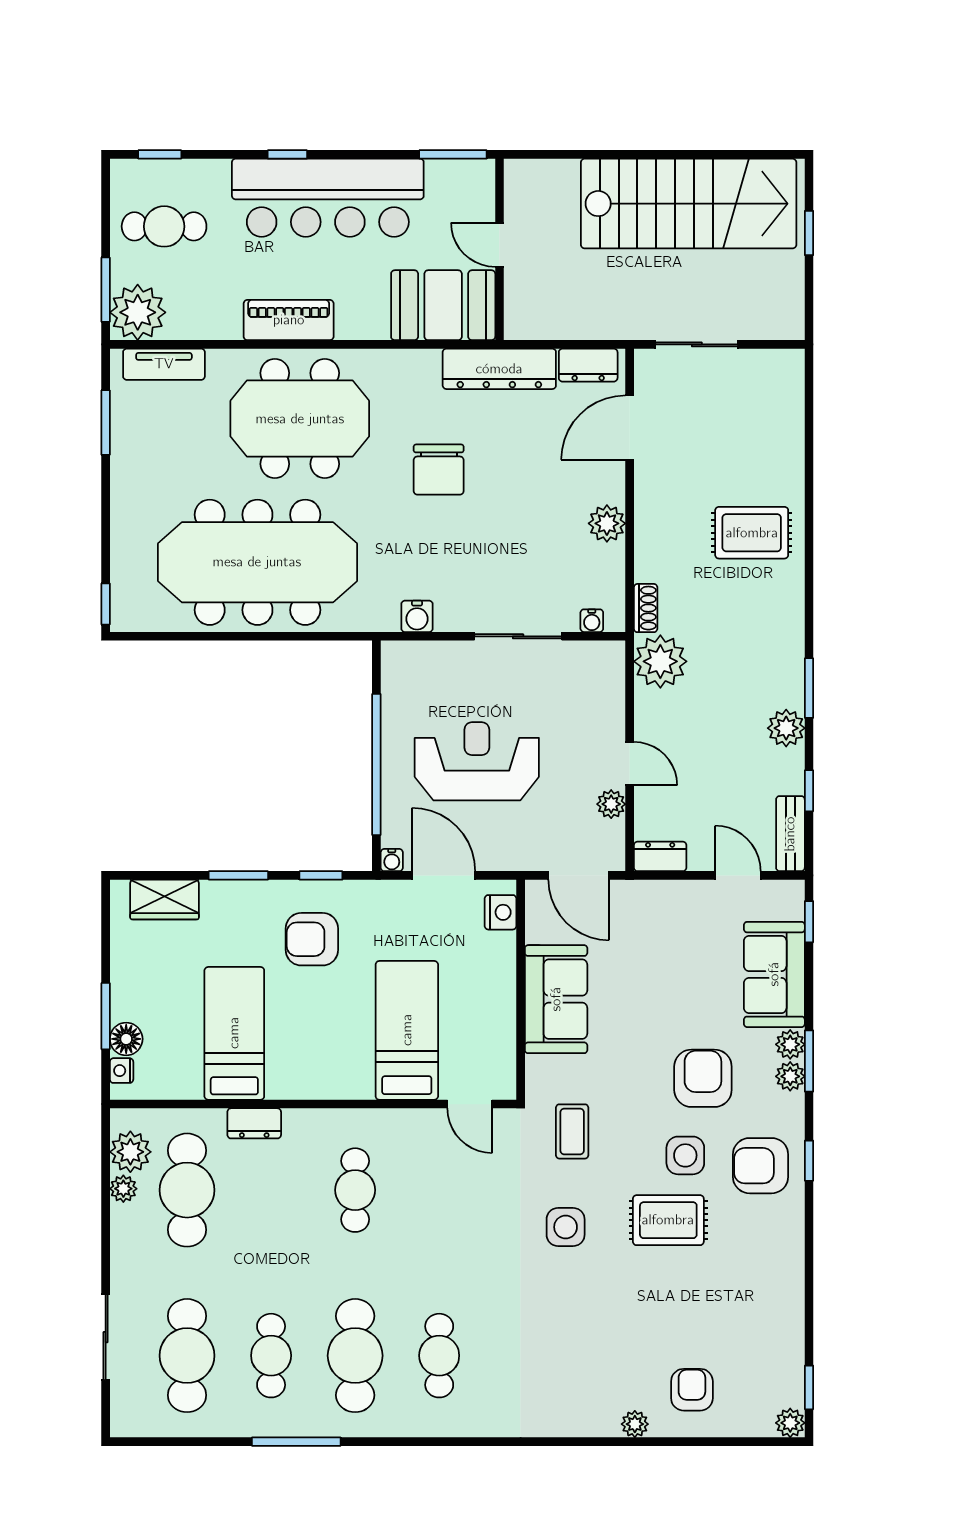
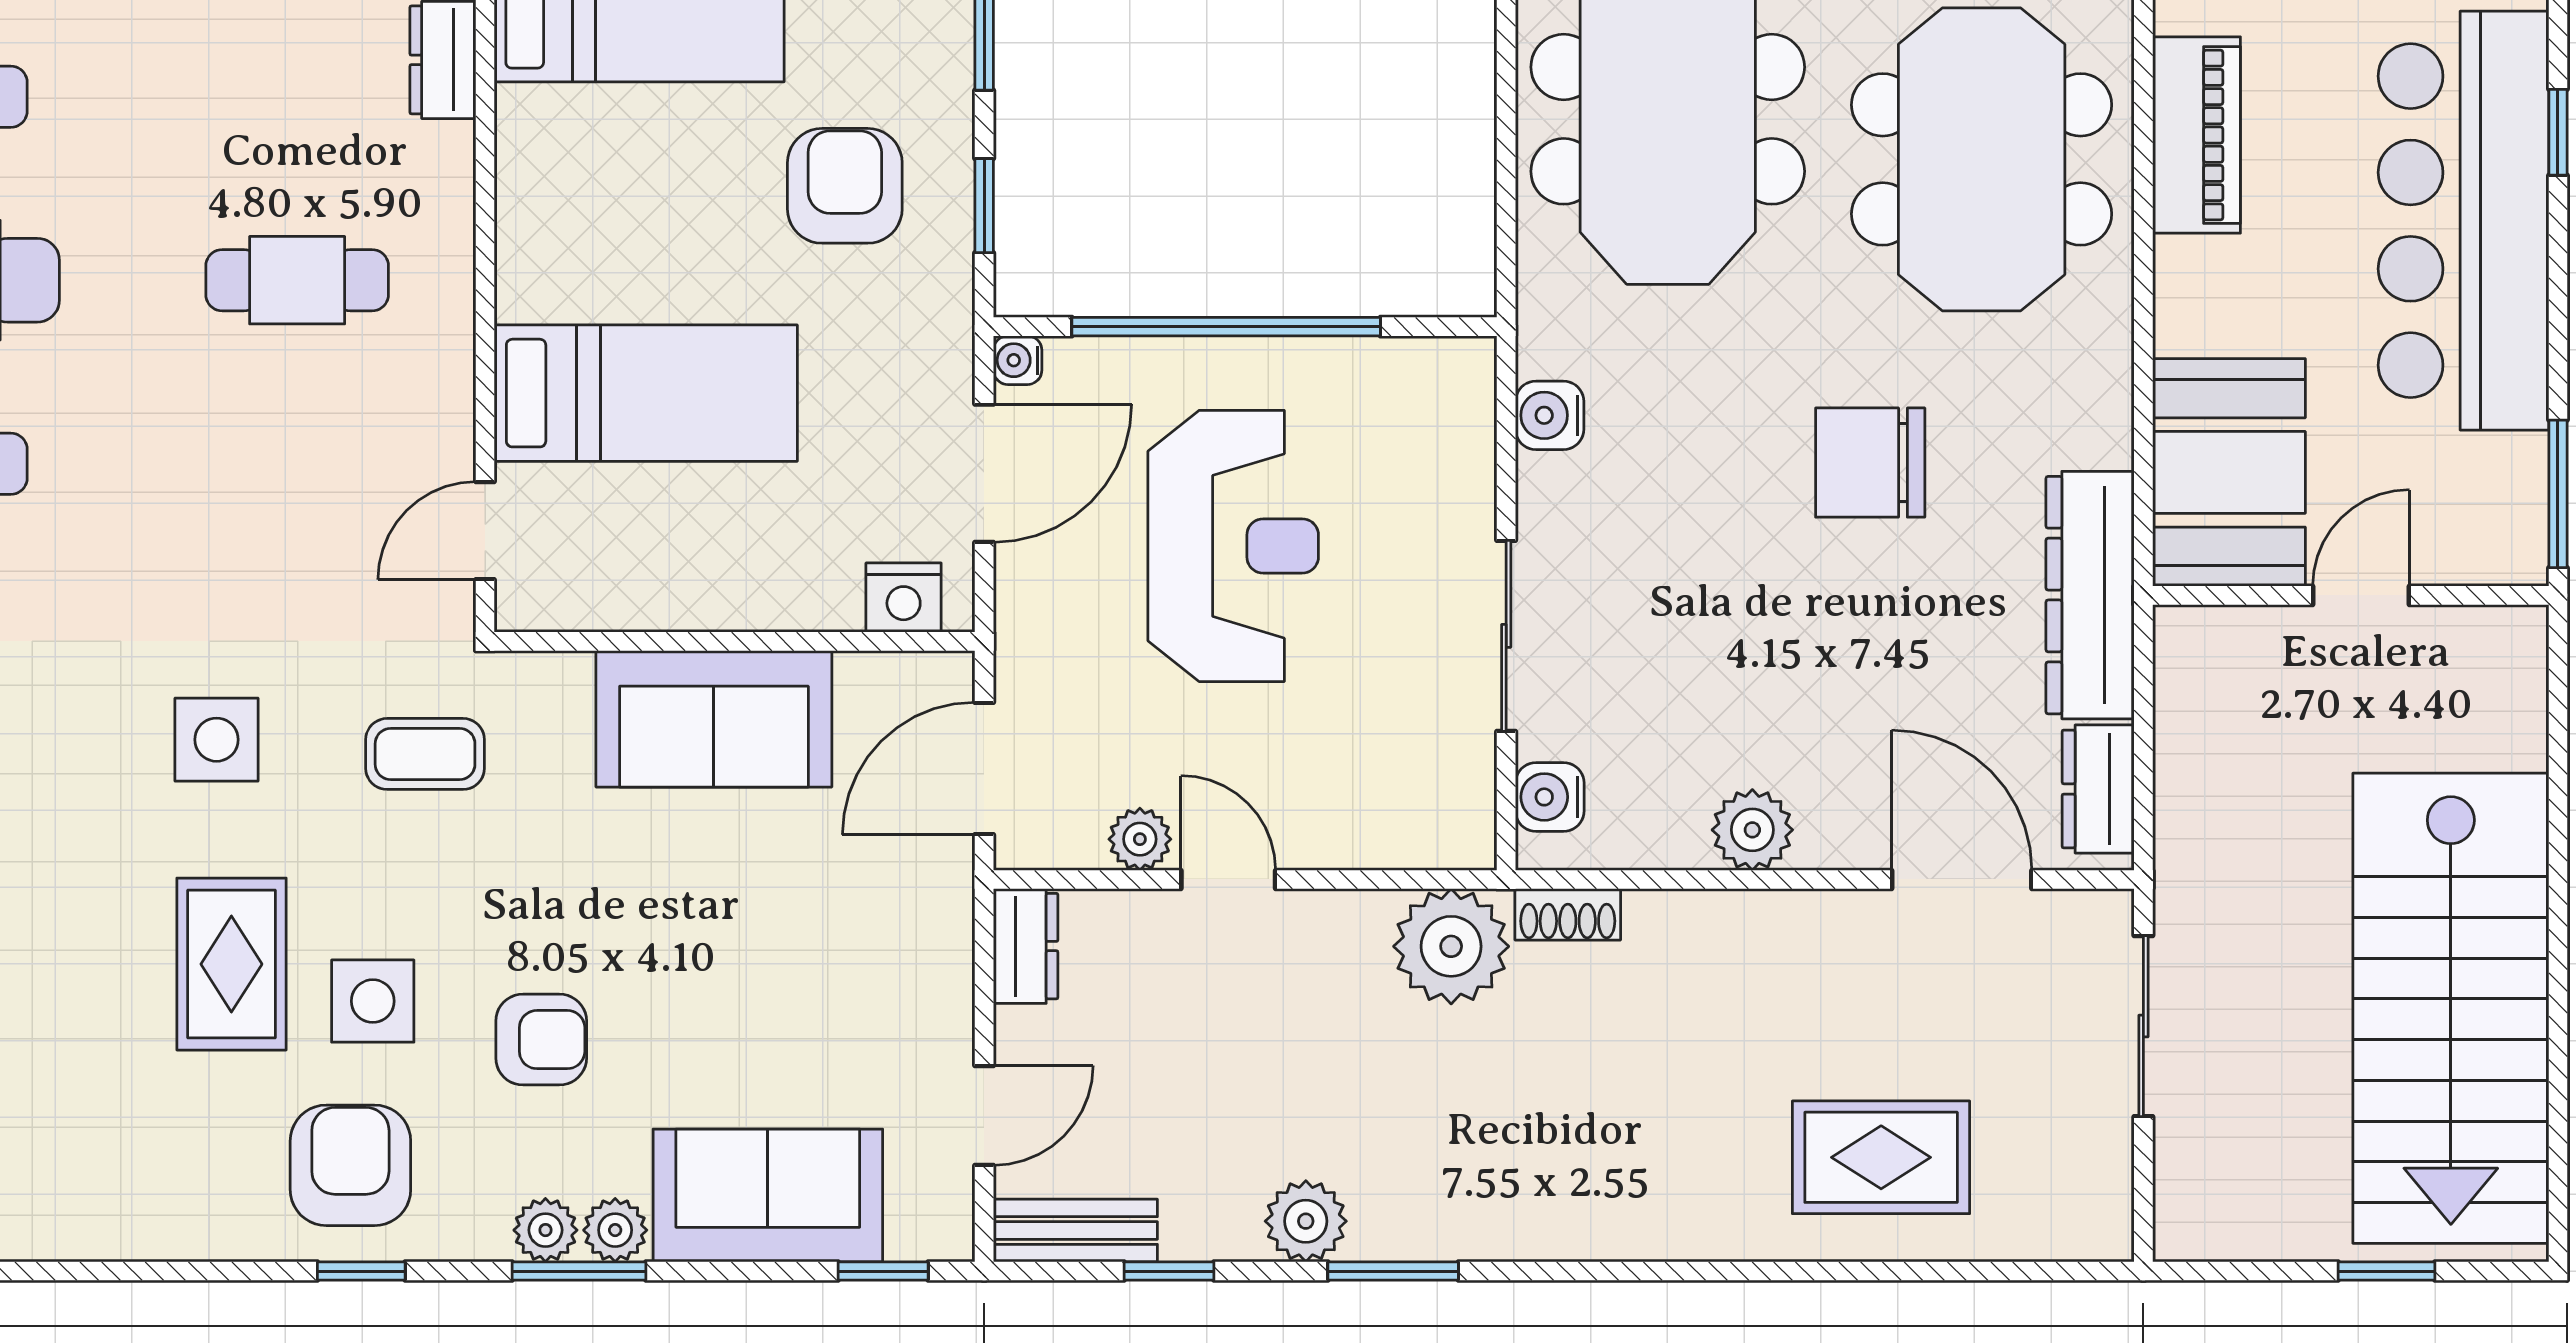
rug: (752, 533) -> (1881, 1157), moved, turned 90
water cooler: (592, 621) -> (1550, 797), width x1.38, depth x1.38
door: (630, 764) -> (1228, 879), swing flipped
armchair: (703, 1078) -> (541, 1040), width x0.72, depth x0.72

